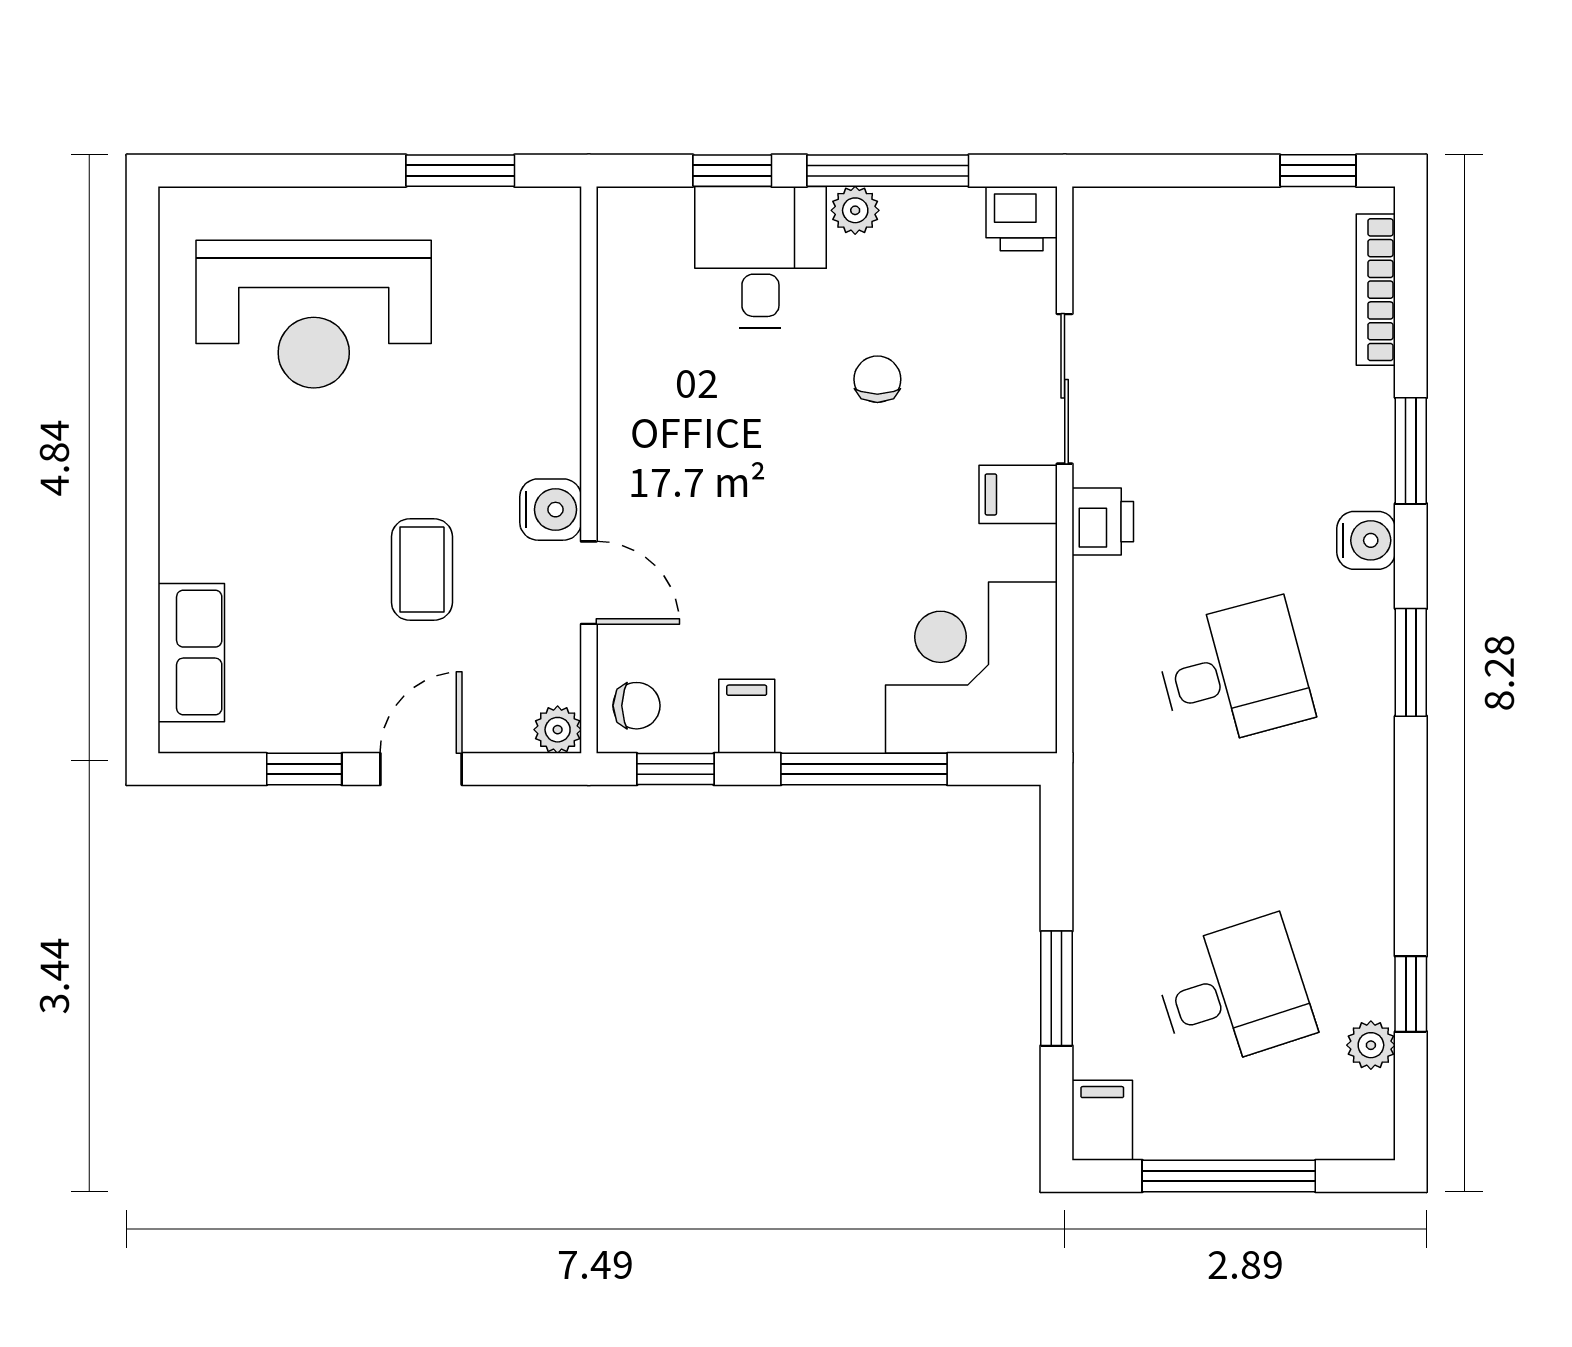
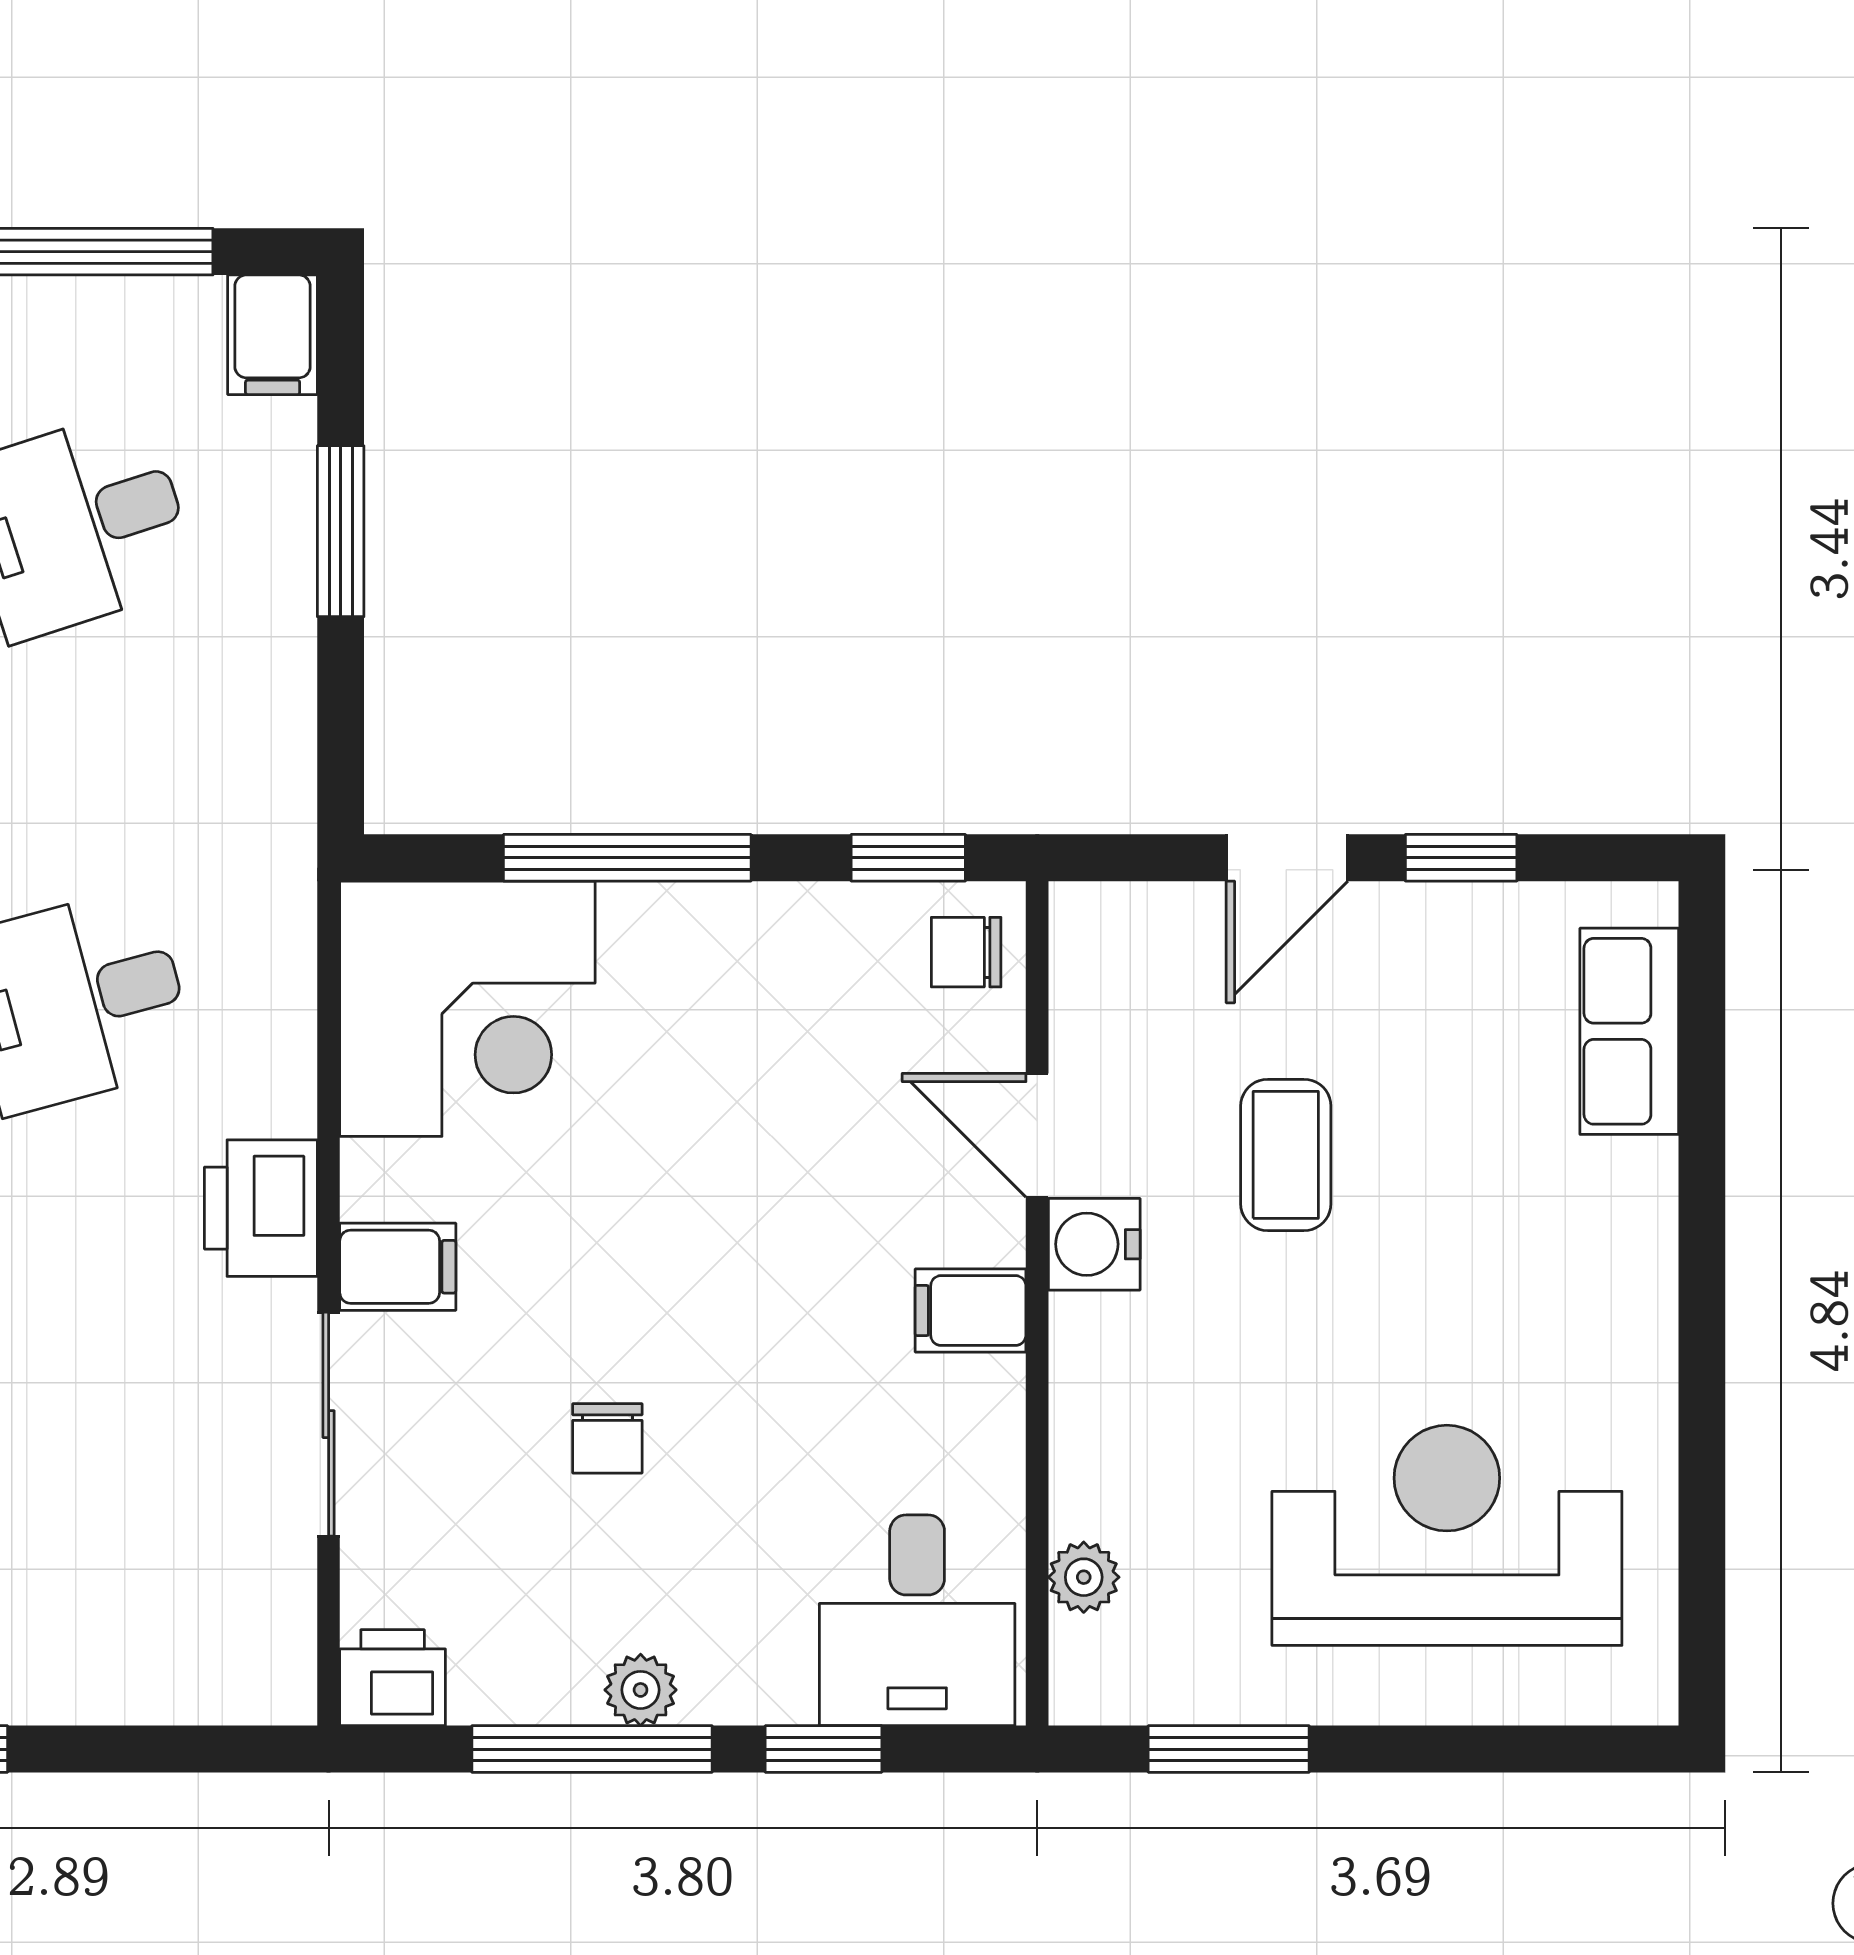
desk: (760, 257) -> (917, 1620), moved
printer: (1103, 522) -> (261, 1208), width x1.36, depth x1.24
filing cabinet: (747, 716) -> (971, 1311), moved, turned 90
plant: (558, 730) -> (1084, 1577), moved

